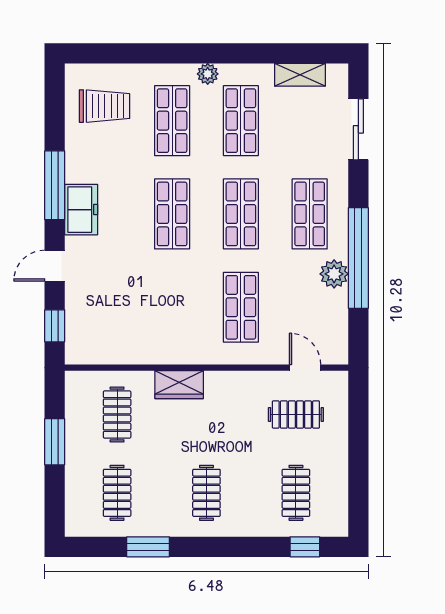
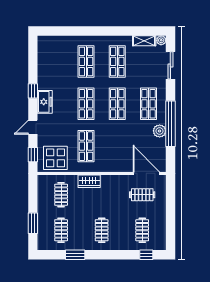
plant: (208, 74) -> (161, 40), moved
trolley: (105, 106) -> (55, 55), removed
window: (55, 185) -> (33, 91), width x0.46
shop shelf: (241, 307) -> (86, 146), moved
display table: (105, 333) -> (55, 158), added
door: (305, 368) -> (146, 173), width x1.87
window: (55, 442) -> (33, 223), moved

